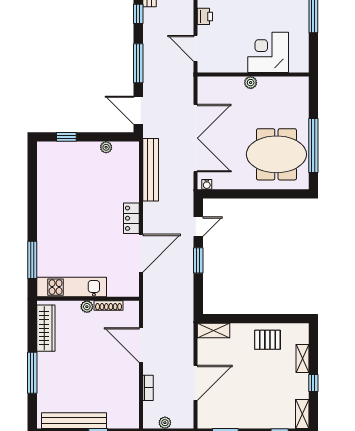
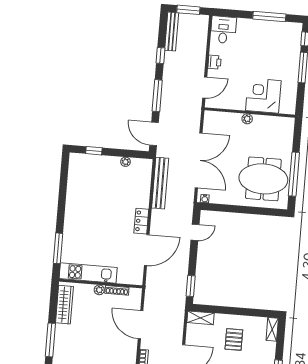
door: (196, 48) -> (205, 87), swing flipped
window: (198, 260) -> (191, 286), moved
pallet: (267, 340) -> (234, 339), moved, turned 90
shelving: (302, 359) -> (272, 329), moved

